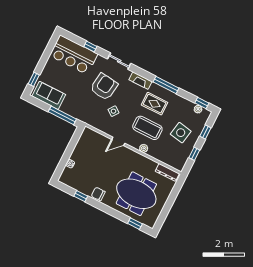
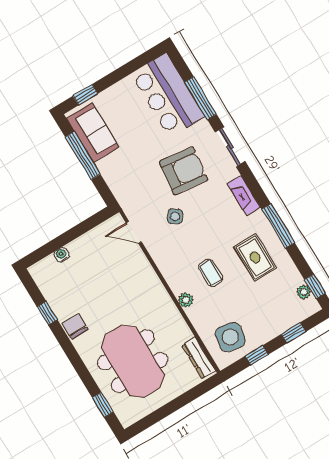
window: (90, 47) -> (200, 98), width x2.17
rug: (155, 104) -> (255, 257), moved
window: (62, 115) -> (83, 156), moved
coffee table: (147, 128) -> (211, 273), width x0.54, depth x0.58
side table: (181, 133) -> (230, 337), moved
door: (118, 141) -> (134, 232), moved

